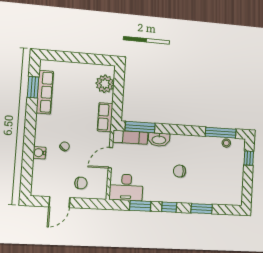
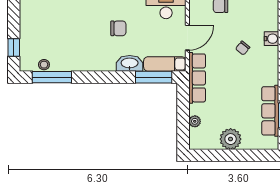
plant: (80, 71) -> (231, 139), added
plant: (105, 84) -> (195, 121), width x0.53, depth x0.53
row of seats: (105, 117) -> (197, 78), width x1.48
chair: (179, 171) -> (118, 28), moved

